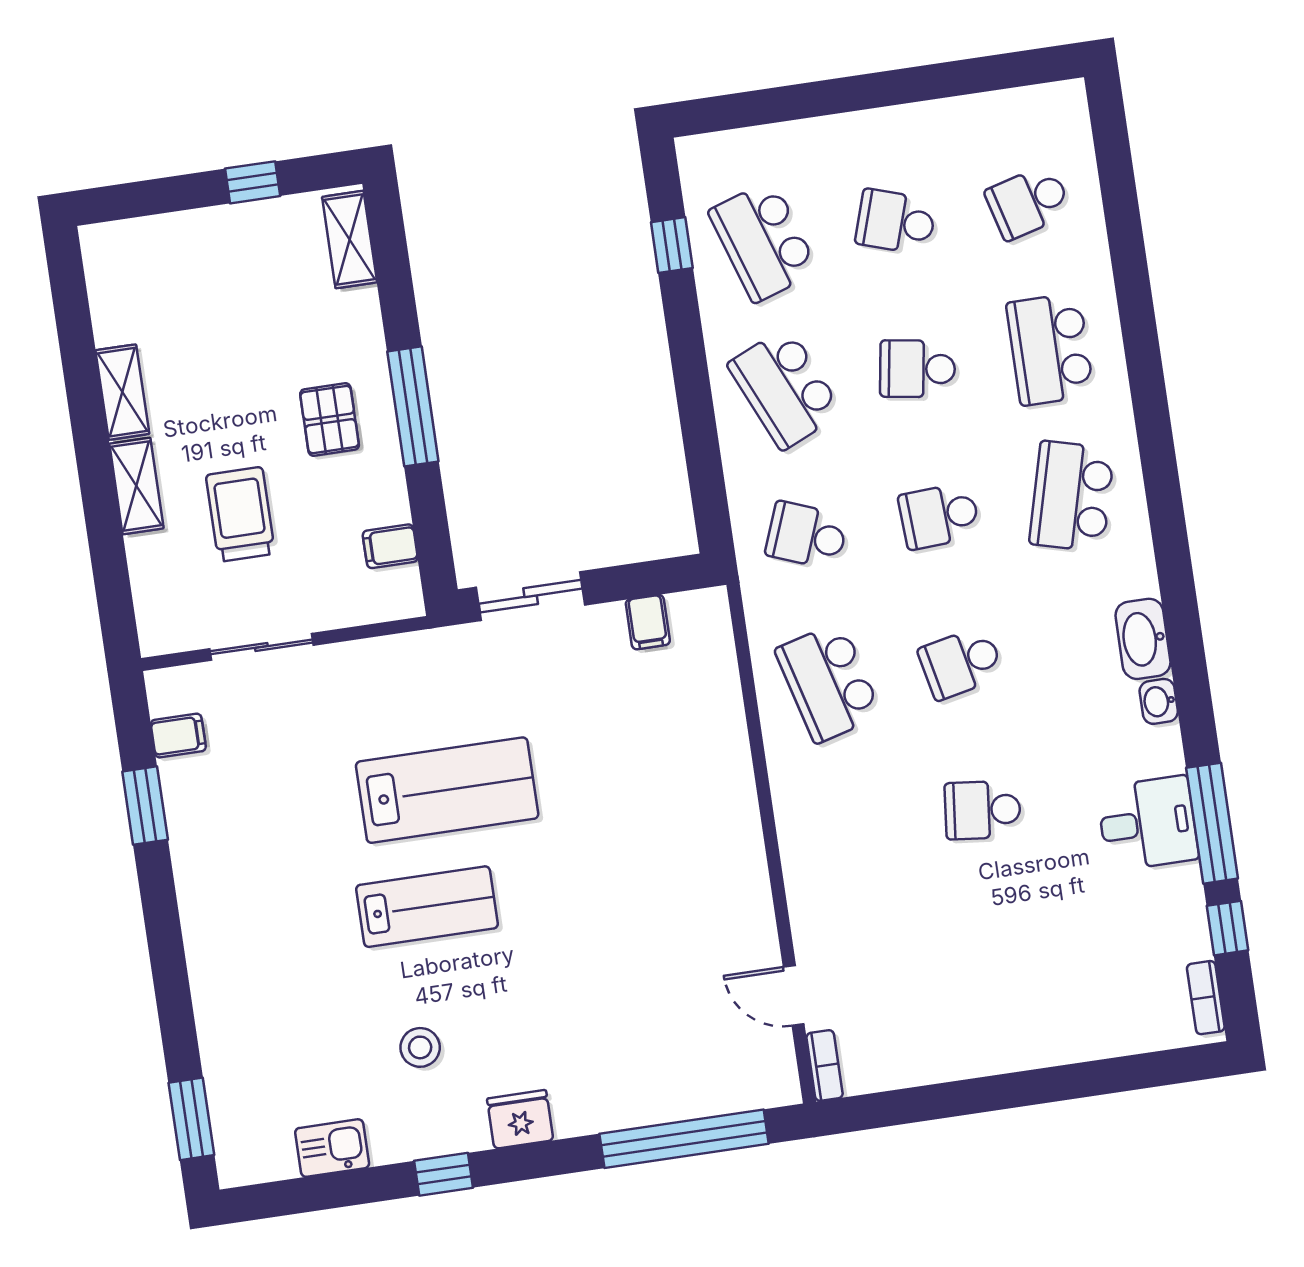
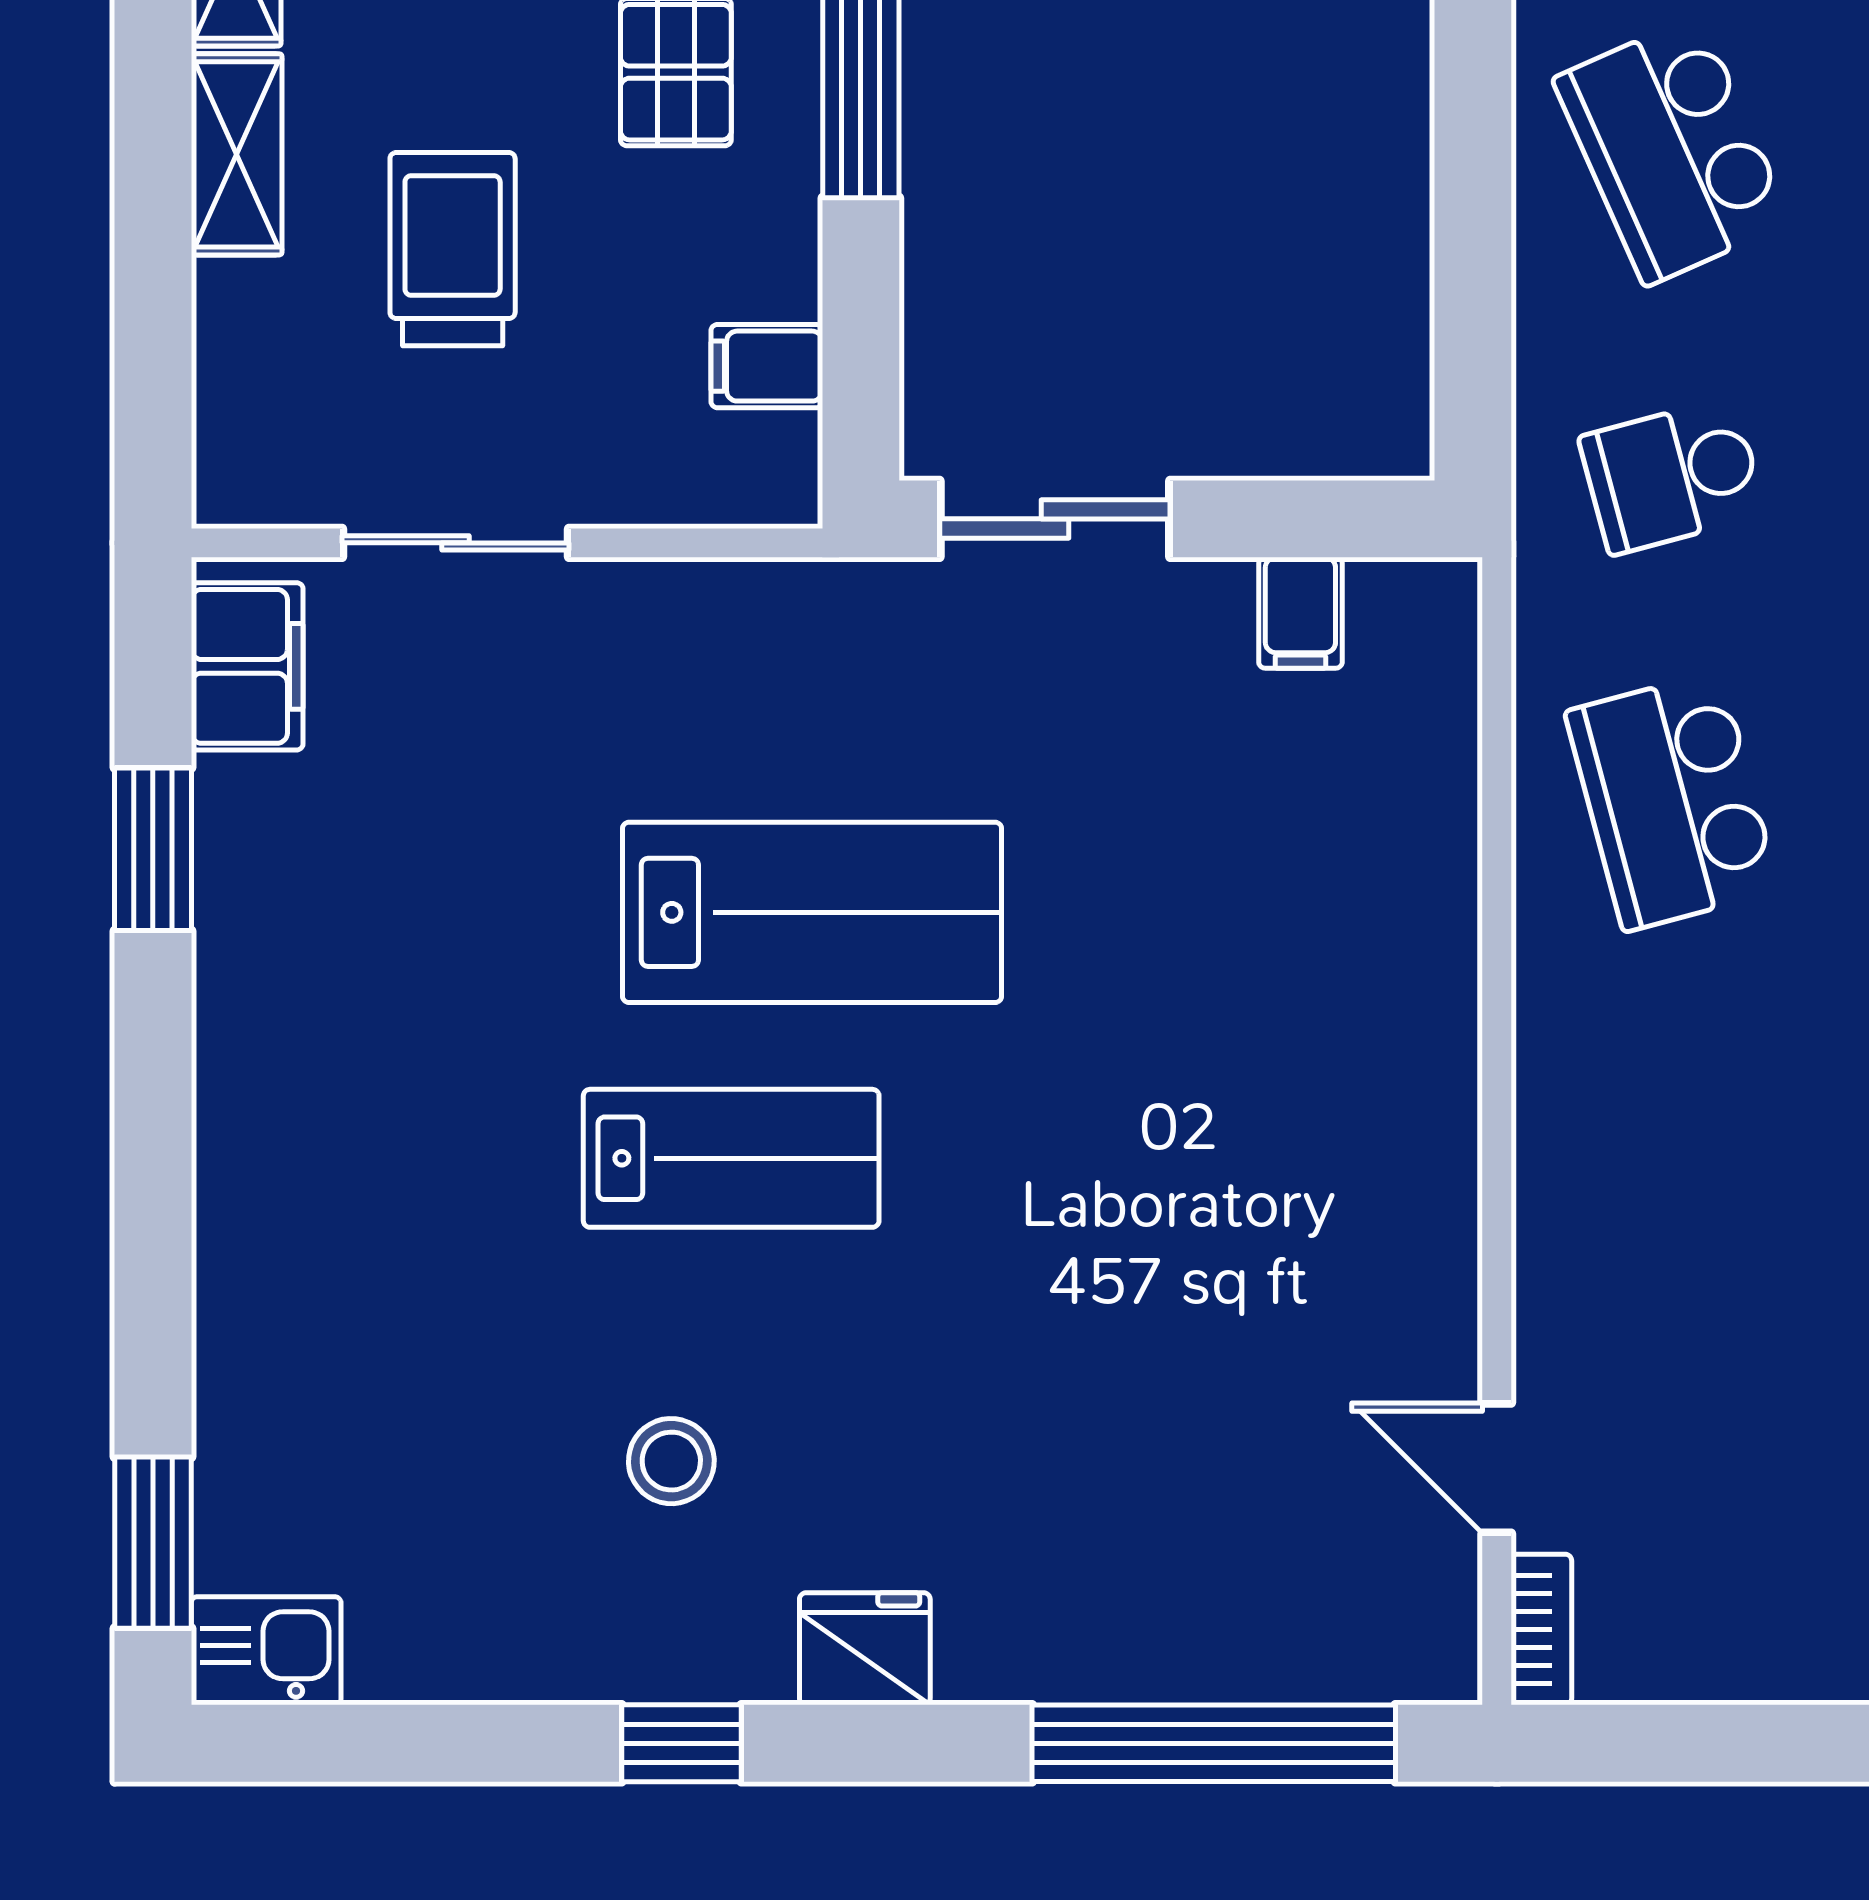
school desk: (807, 535) -> (1672, 476), turned -36
filing cabinet: (178, 736) -> (247, 666), width x2.00
kitchen sink: (332, 1148) -> (266, 1651), moved

